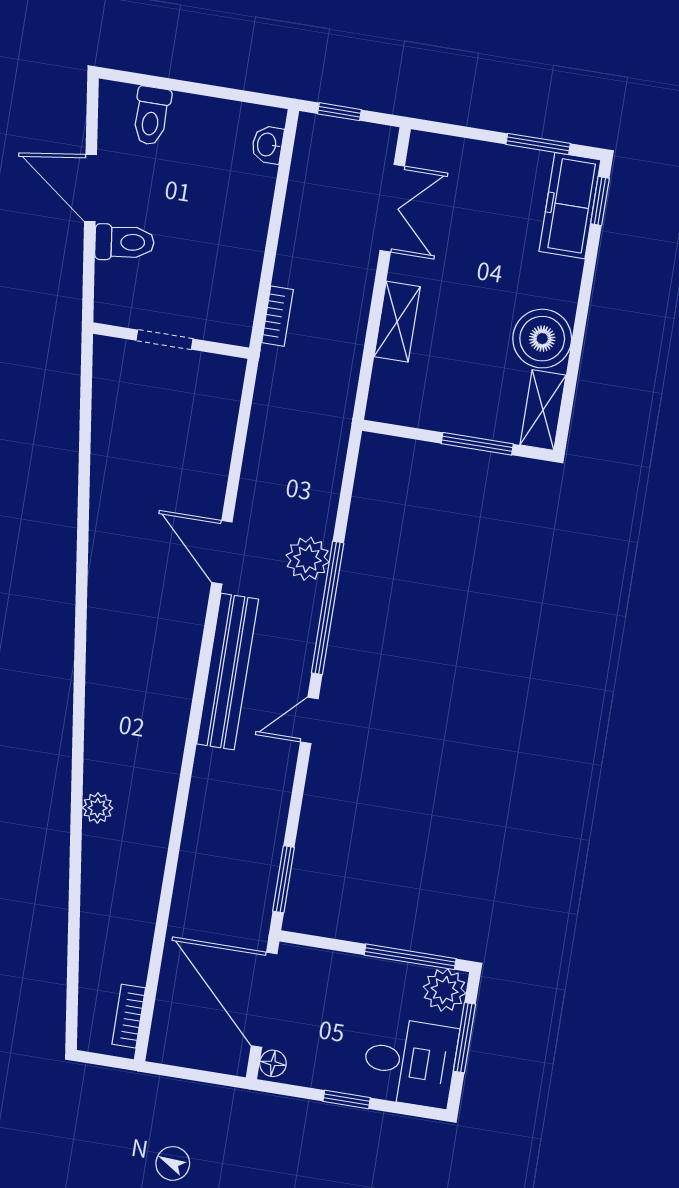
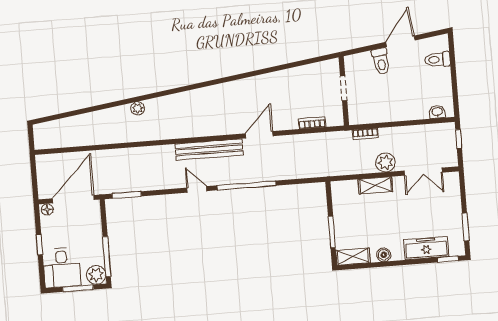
freezer: (570, 206) -> (426, 248), moved
boiler: (542, 339) -> (384, 255), width x0.54, depth x0.54
plant: (308, 559) -> (386, 162), moved
bookcase: (129, 1016) -> (312, 123), moved

